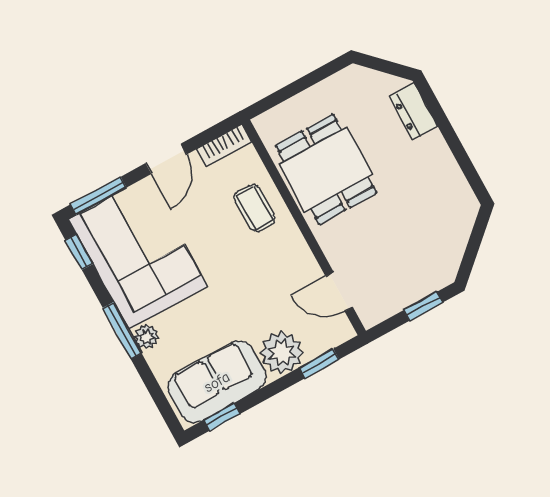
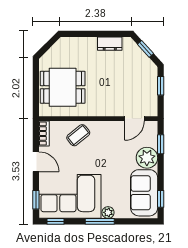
dresser: (414, 111) -> (110, 44), moved
dining table: (326, 169) -> (63, 87), moved
window: (98, 196) -> (36, 200), width x0.67
coffee table: (255, 208) -> (78, 135), turned -39
window: (474, 243) -> (145, 49), added

